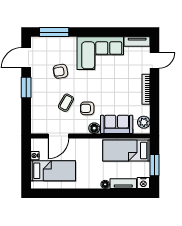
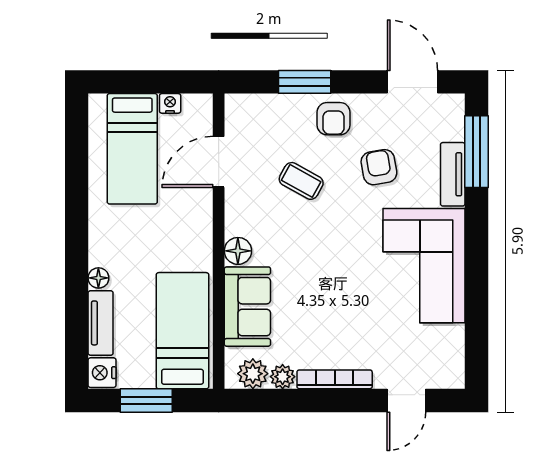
tv unit: (137, 42) -> (453, 174), moved
door: (155, 60) -> (406, 401), hinge flipped
window: (26, 88) -> (305, 82), moved
armchair: (87, 108) -> (334, 119), moved, turned 180
plant: (145, 110) -> (283, 377), added
door: (58, 136) -> (219, 162), hinge flipped

